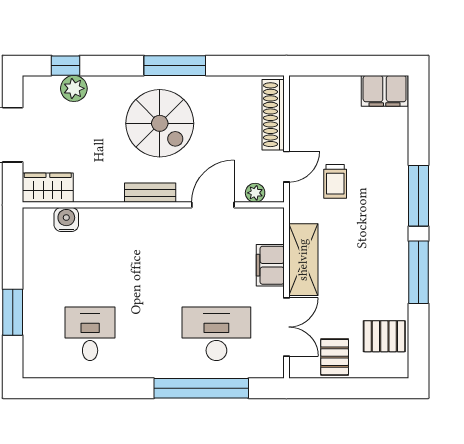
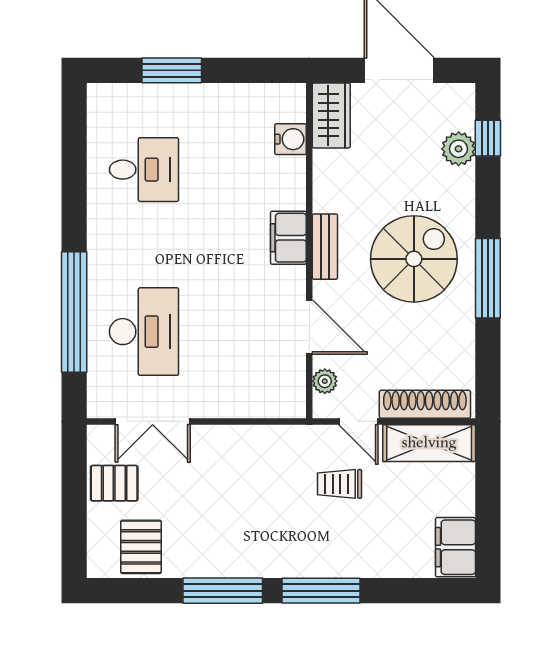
spiral stairs: (160, 123) -> (414, 259), turned 180
shelving: (303, 260) -> (429, 443), moved
filing cabinet: (270, 265) -> (288, 238), moved, turned -90

